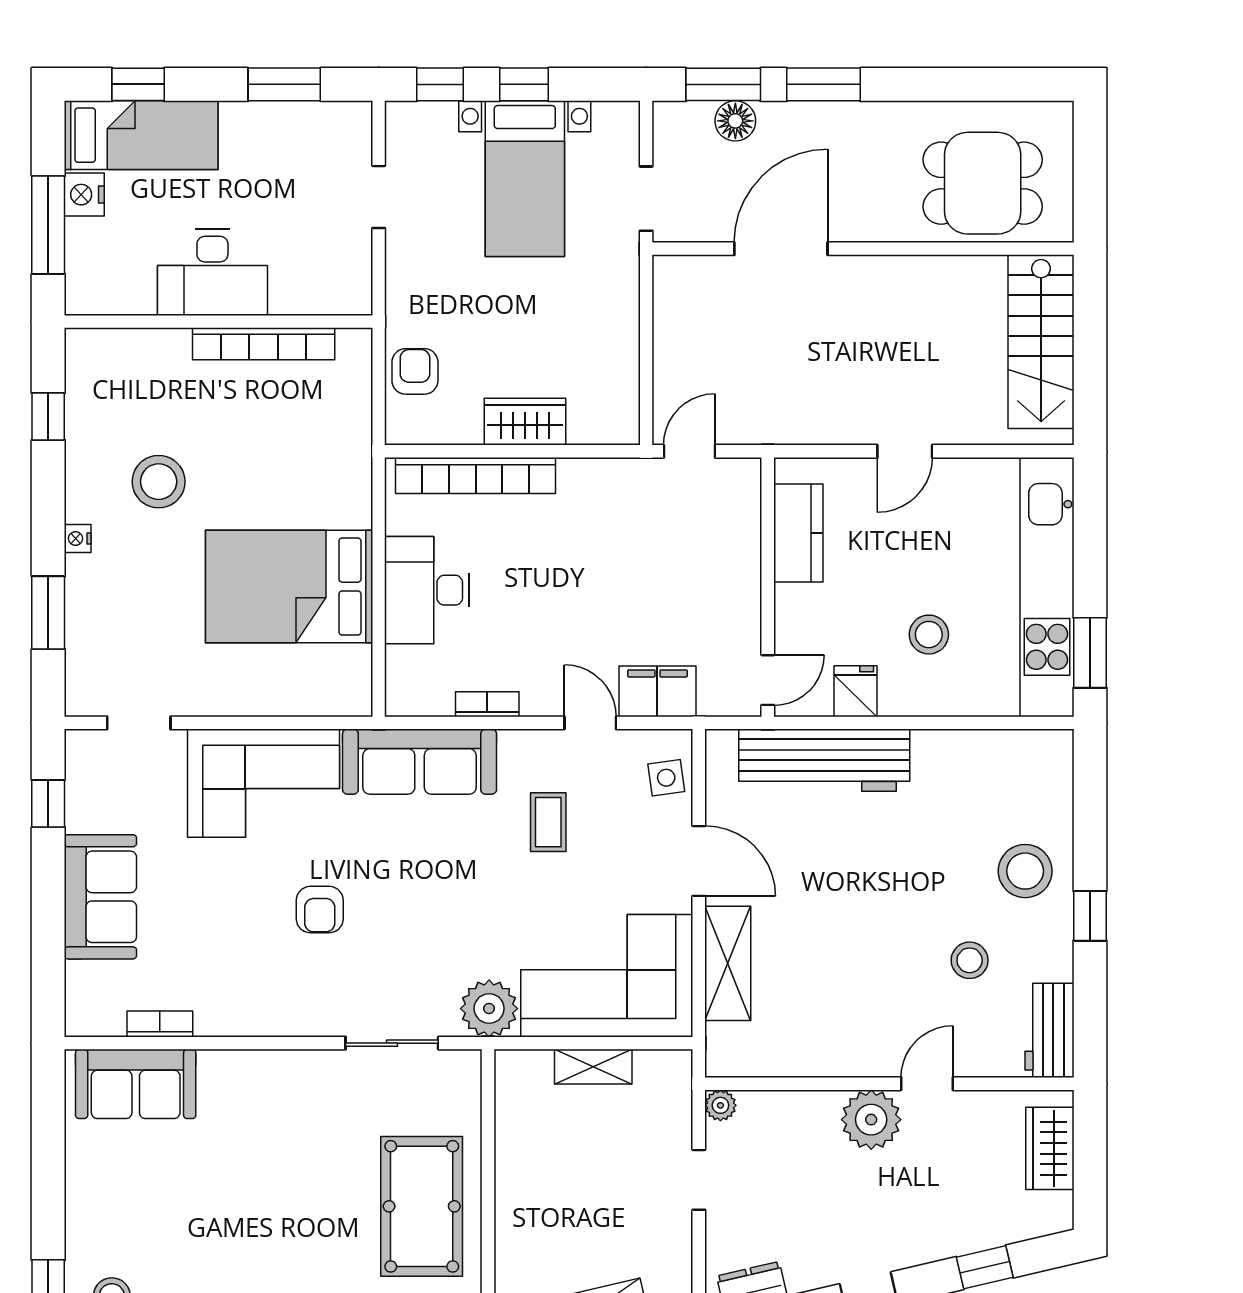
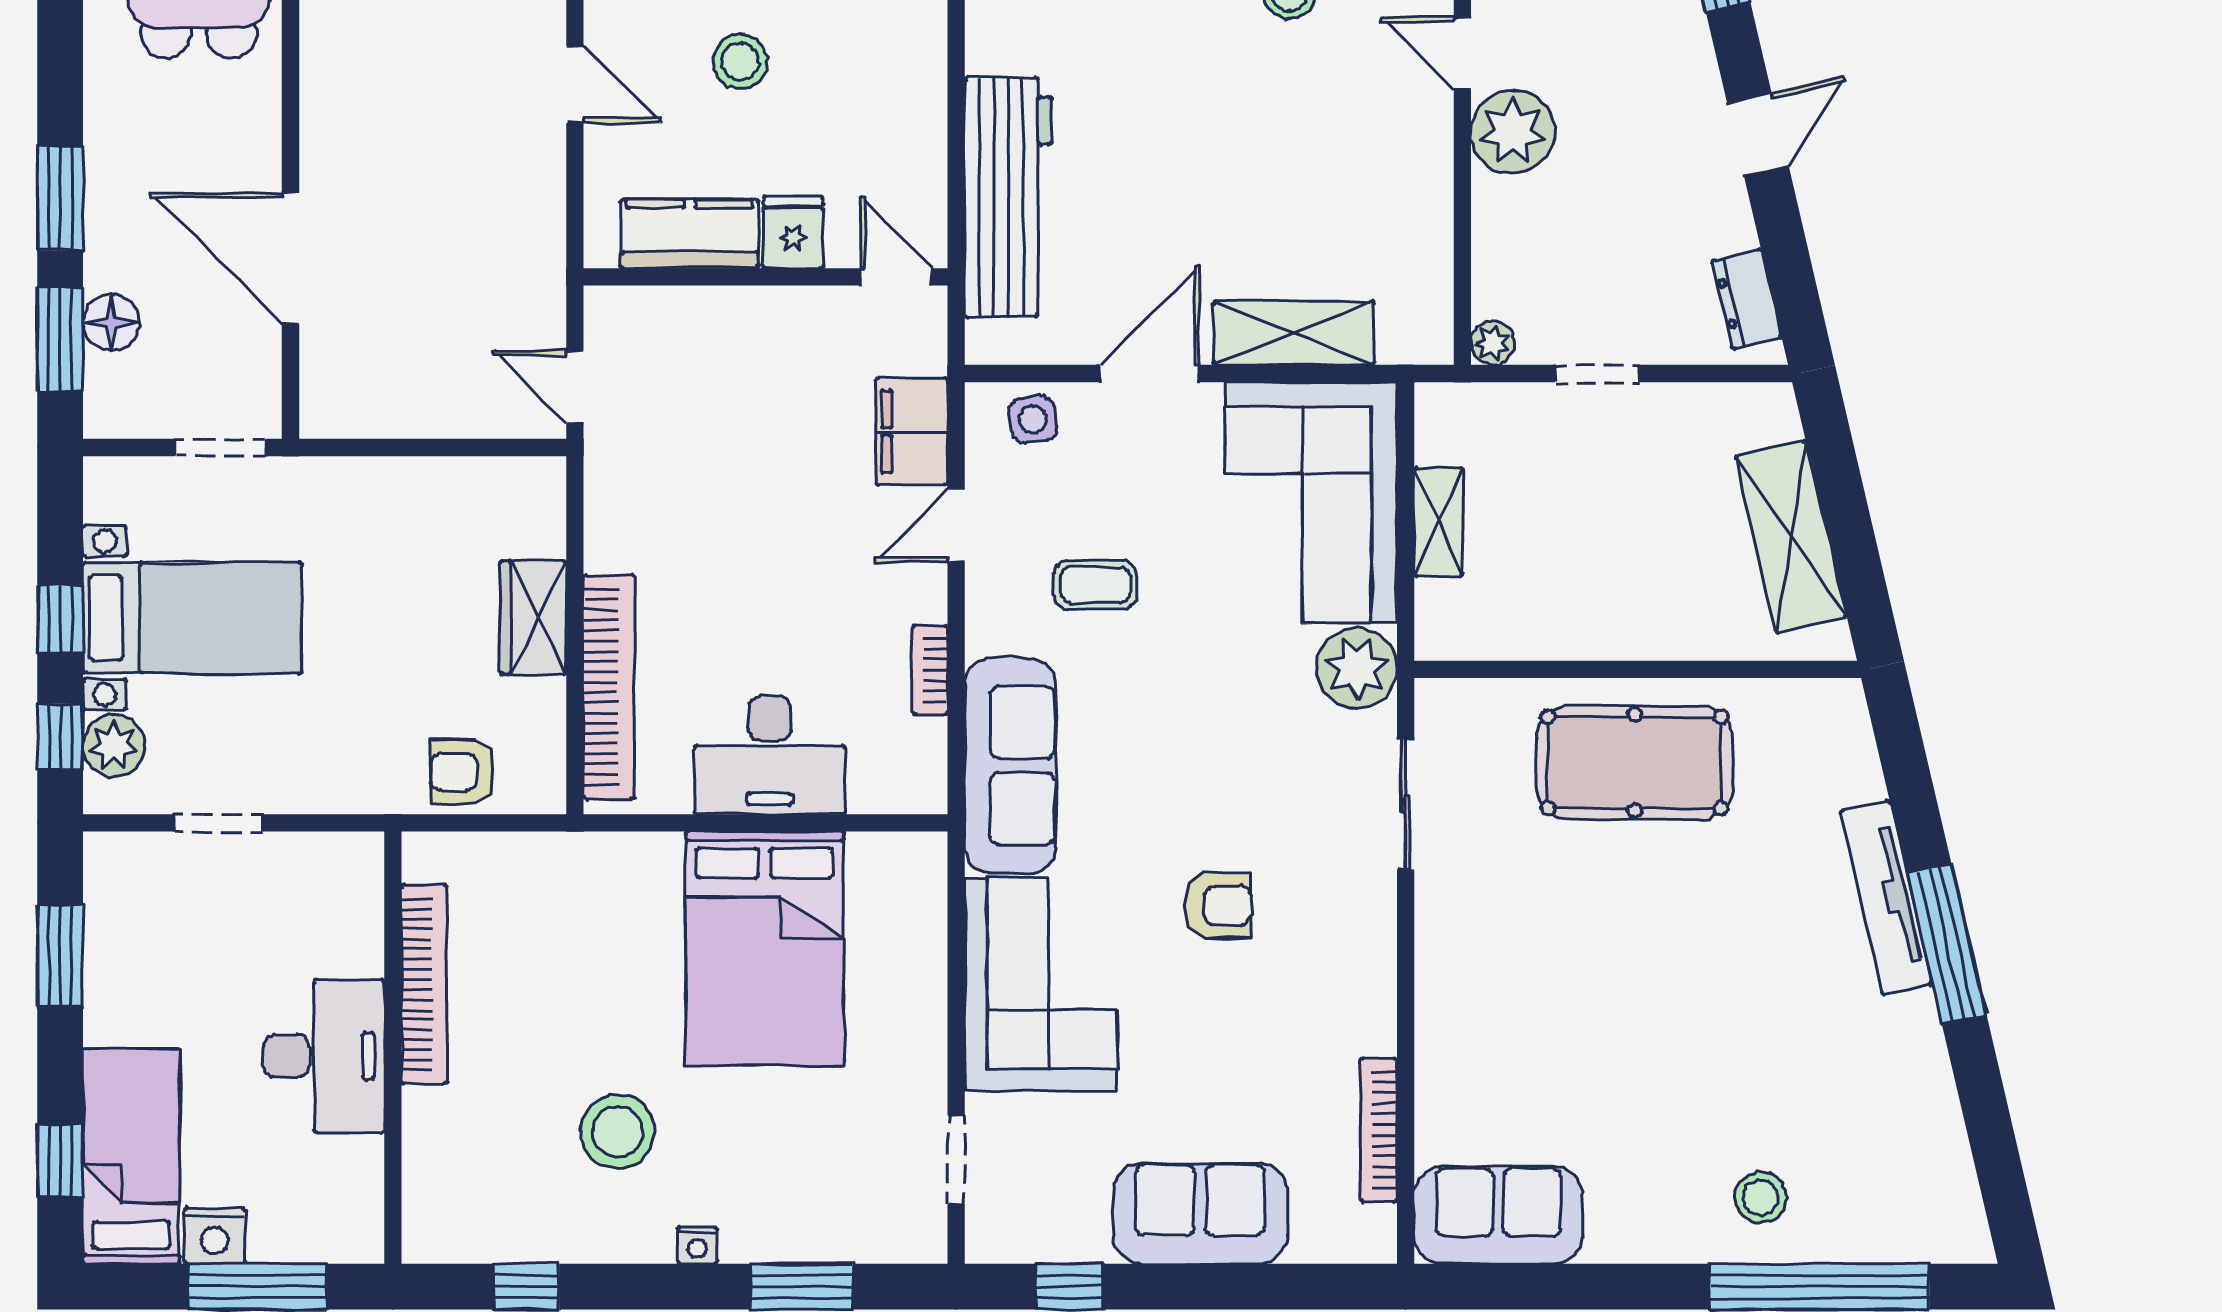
plant: (434, 123) -> (114, 746), added
stool: (929, 635) -> (740, 62), moved
fridge: (855, 691) -> (793, 232), moved, turned 90
bookcase: (160, 1024) -> (1379, 1130), width x1.56
sofa: (136, 1084) -> (1498, 1215), moved, turned -90

